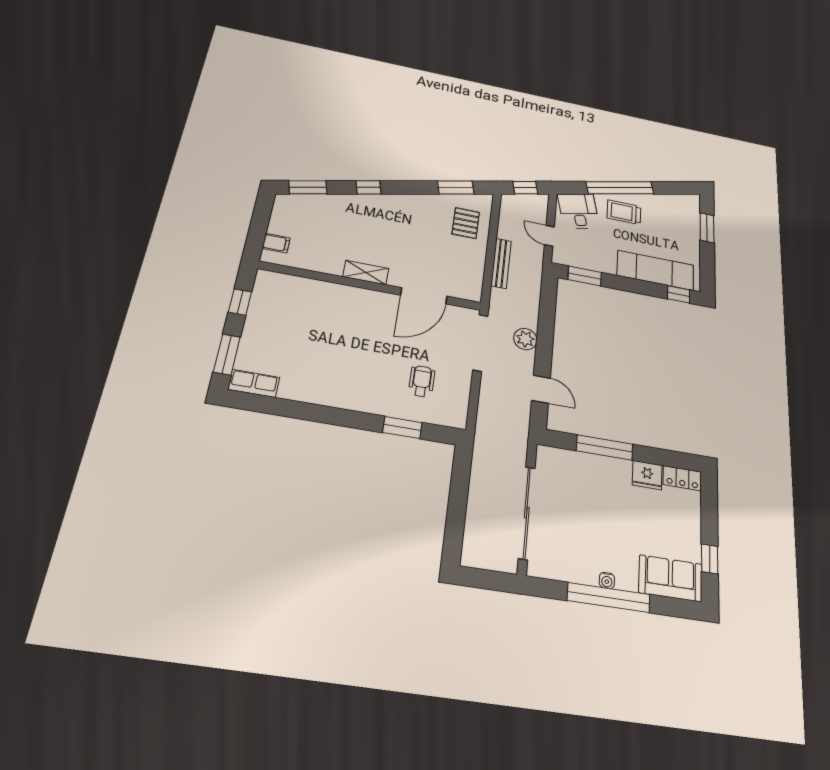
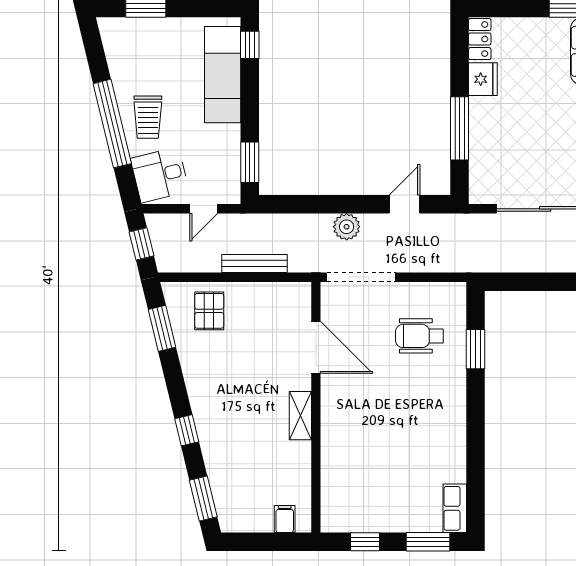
pallet: (466, 223) -> (209, 311), turned 90
wheelchair: (422, 381) -> (420, 336), width x1.36, depth x1.37

